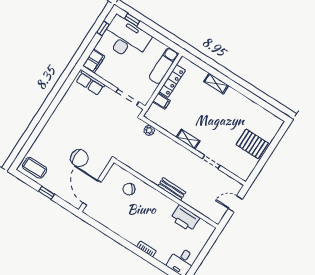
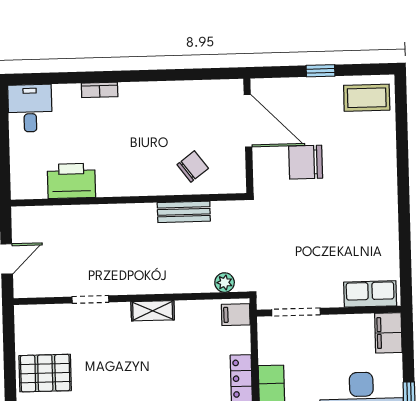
filing cabinet: (162, 101) -> (236, 315), moved
bench: (172, 189) -> (184, 212), moved

